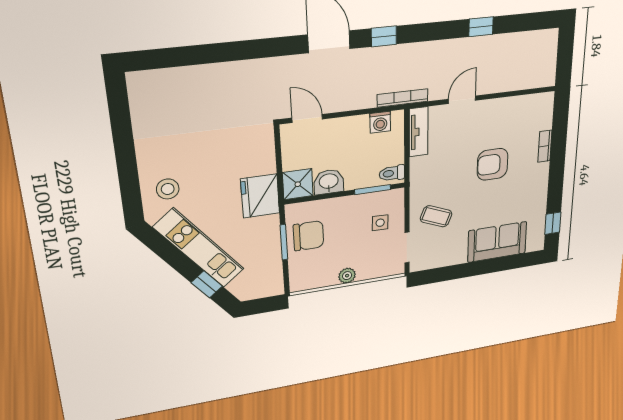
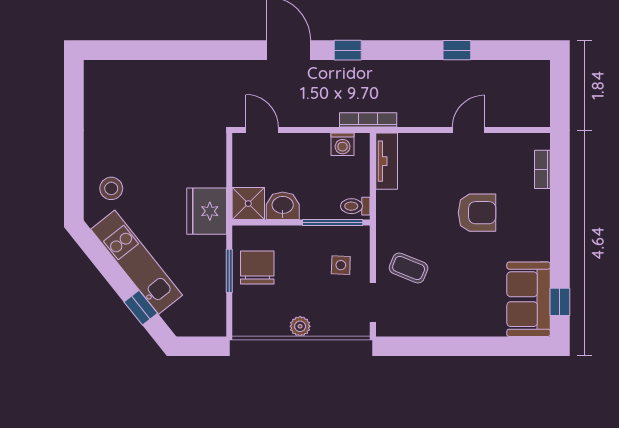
door: (462, 100) -> (468, 130), moved
bookcase: (545, 146) -> (542, 169), moved
armchair: (493, 164) -> (477, 213), turned 180
window: (373, 190) -> (333, 223), width x1.44
chair: (309, 236) -> (257, 268), turned -90
sofa: (497, 242) -> (529, 299), moved, turned -90

